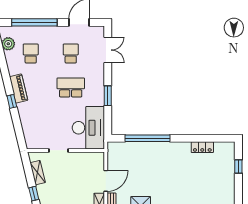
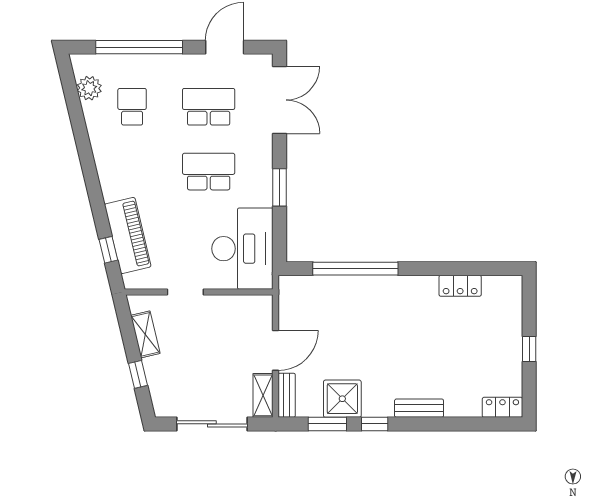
double door: (108, 50) -> (280, 100), width x1.37
school desk: (71, 53) -> (209, 107), width x1.85
piano: (19, 88) -> (128, 235), moved, width x1.37, depth x1.33
window: (12, 101) -> (108, 250), moved
window: (238, 167) -> (529, 349), moved

